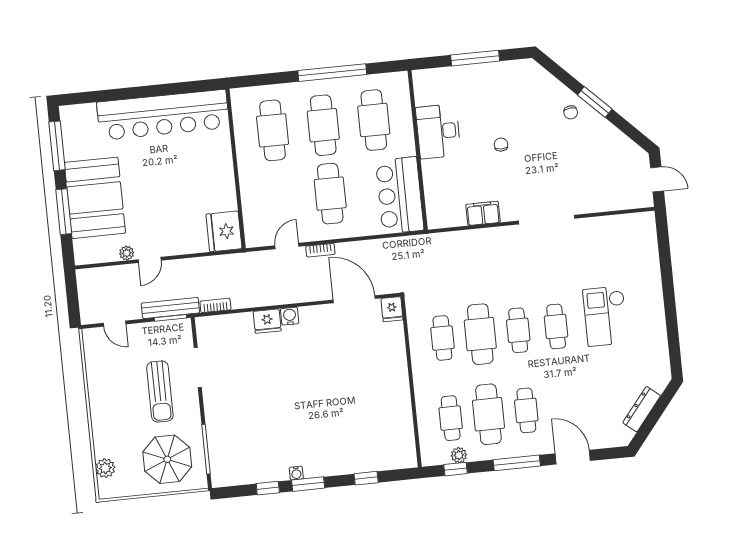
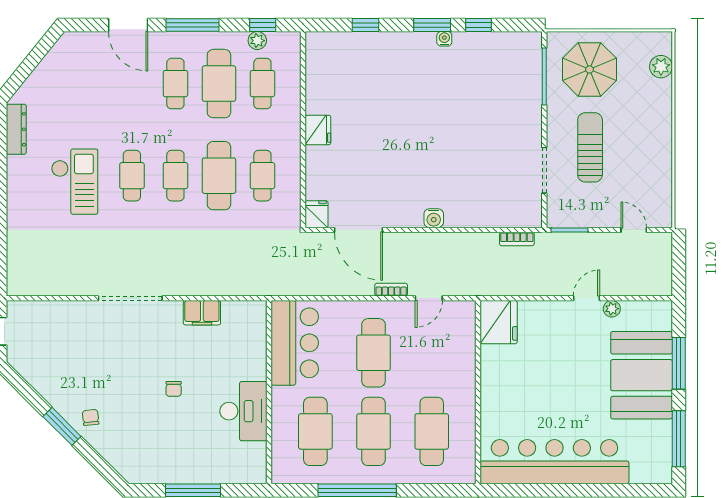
bench: (170, 308) -> (568, 241), removed
fridge: (267, 321) -> (318, 130), moved, turned 90
dresser: (642, 409) -> (16, 129), moved, turned -39

